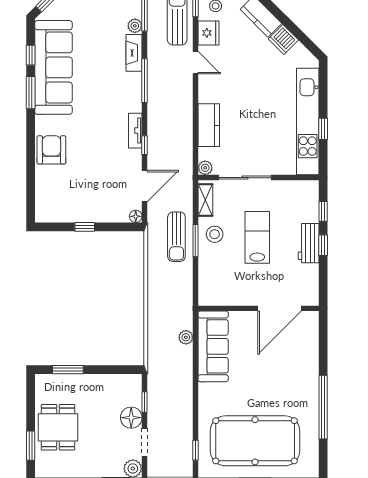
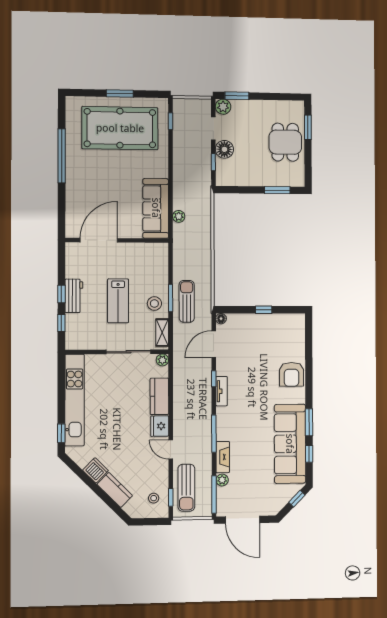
fridge: (208, 33) -> (160, 426), moved
window: (323, 129) -> (61, 433), moved

